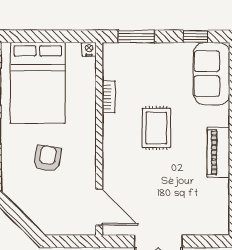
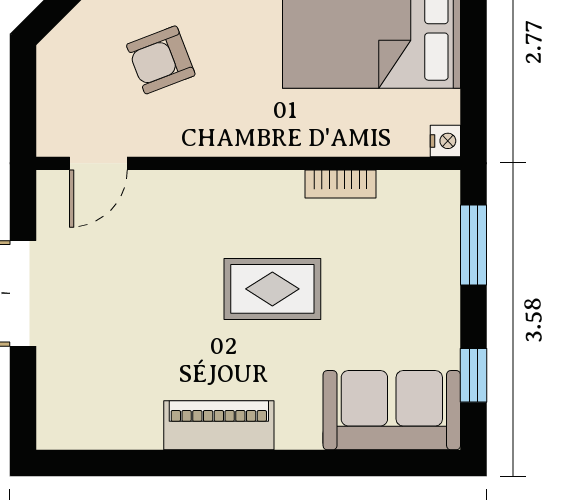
armchair: (48, 159) -> (161, 60), moved, turned 150
door: (99, 207) -> (98, 163), width x0.73

